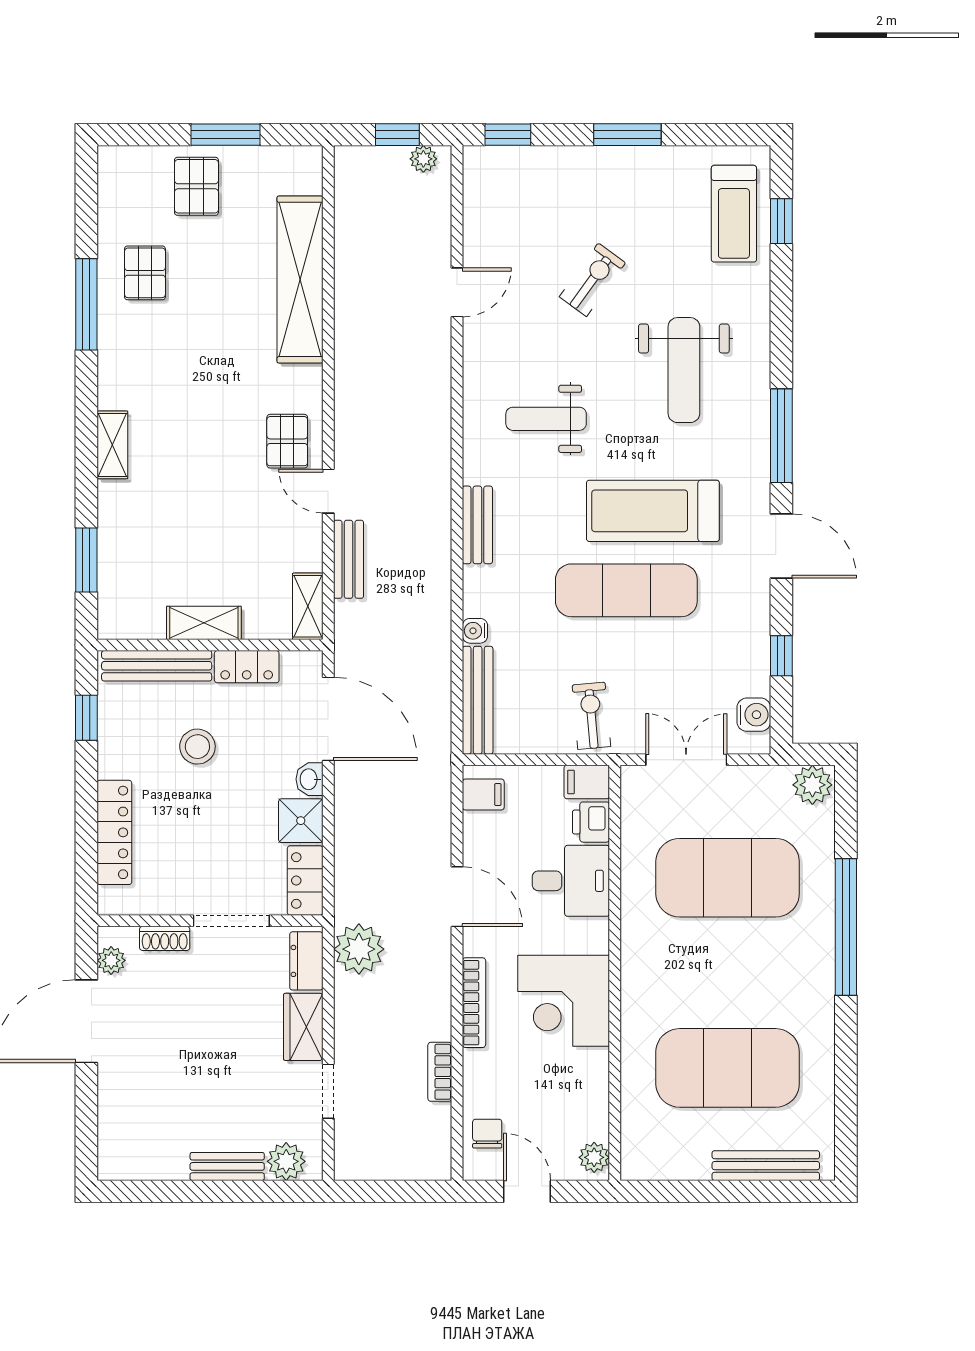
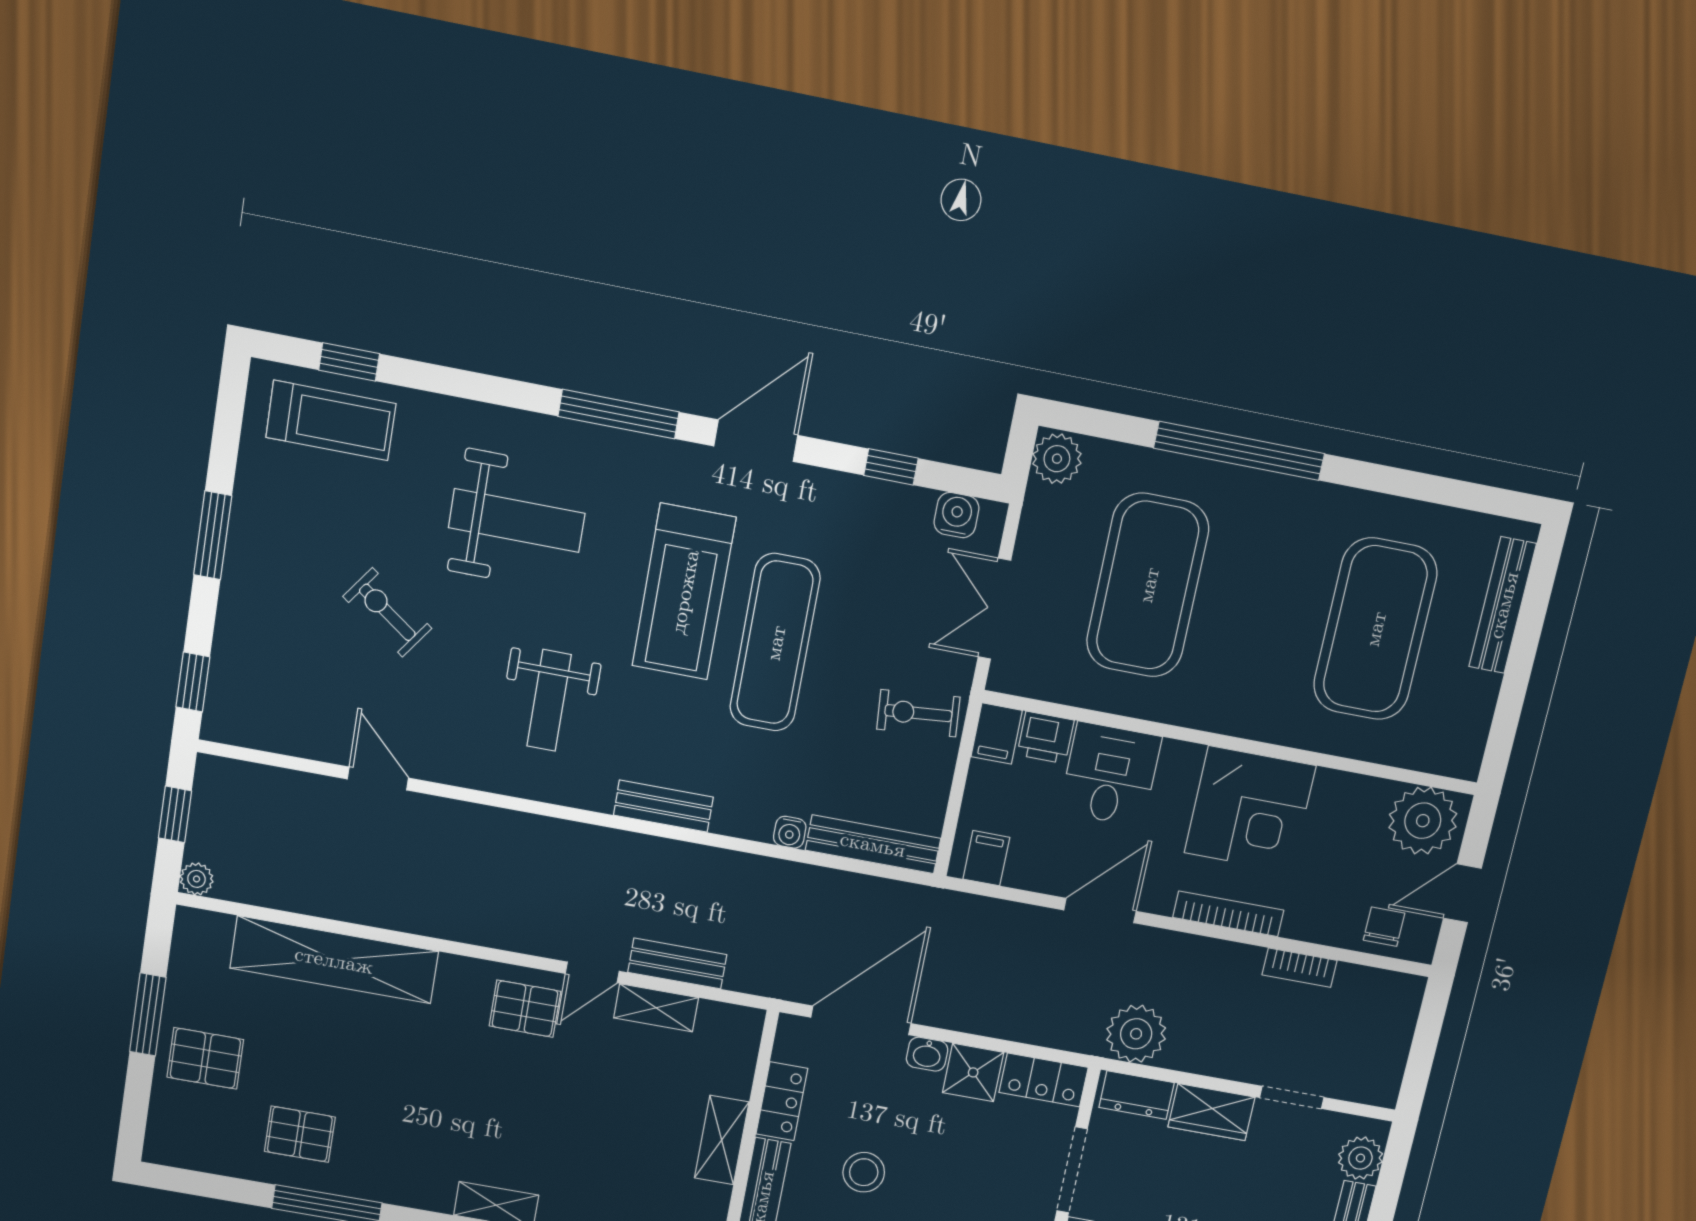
plant: (423, 159) -> (197, 879), moved
shelving: (308, 606) -> (656, 1008), moved
chair: (487, 1134) -> (1384, 927), turned 90
plant: (594, 1157) -> (1423, 821), width x1.88, depth x1.88

